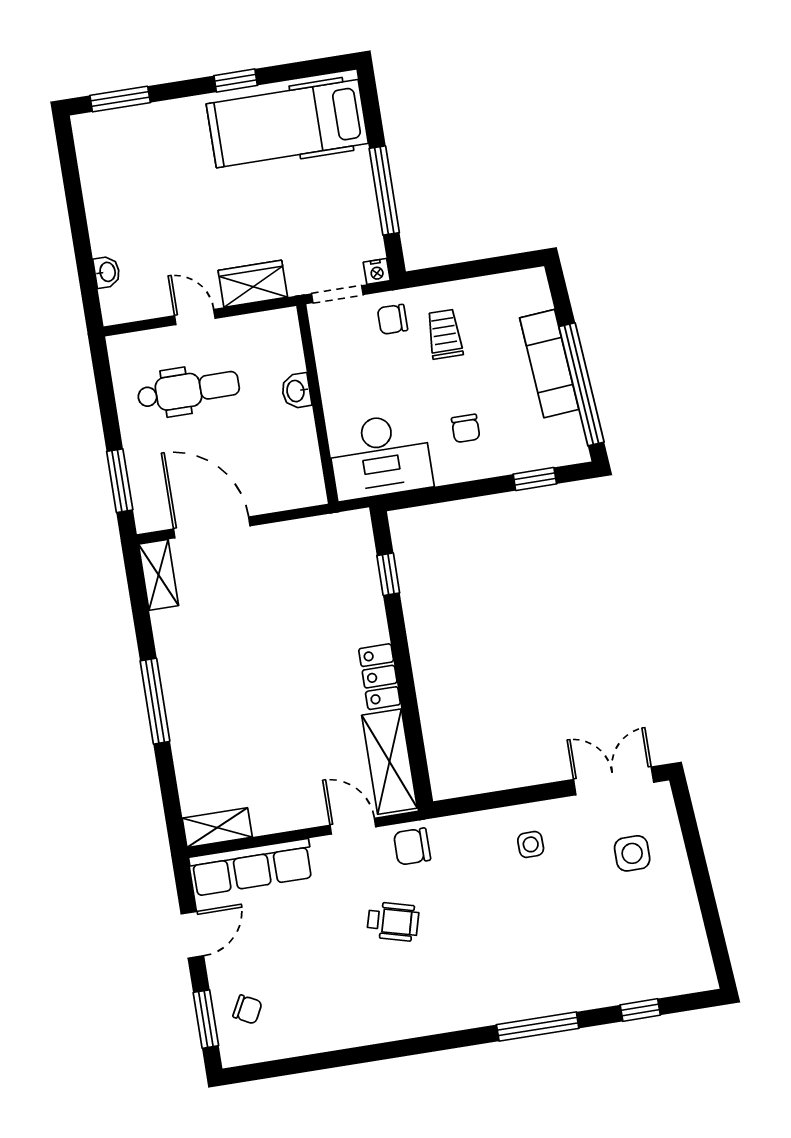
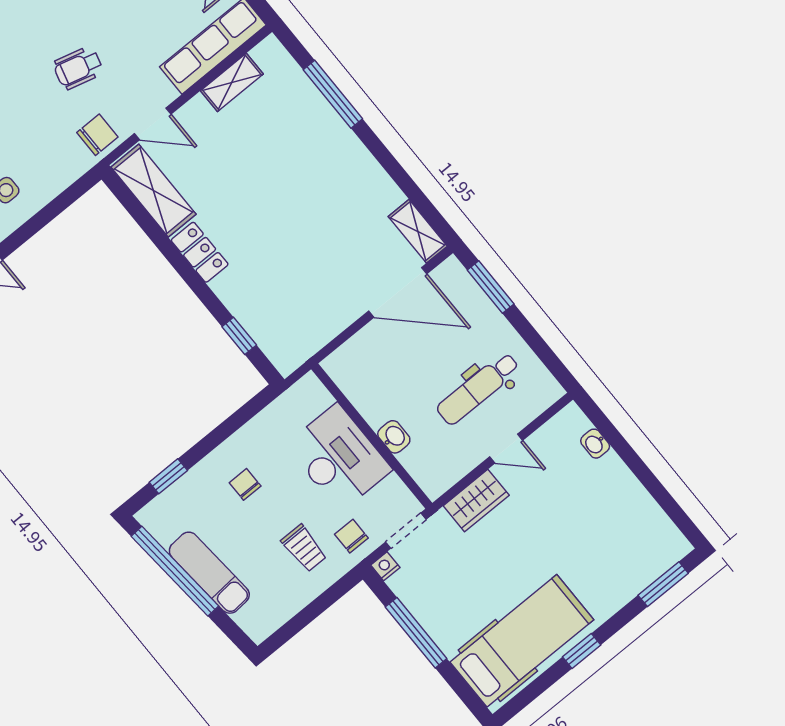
chair: (392, 319) -> (351, 536), turned -90
desk: (380, 456) -> (339, 457), moved, turned 90
window: (155, 701) -> (333, 94), moved
shelving: (217, 828) -> (232, 82), moved

